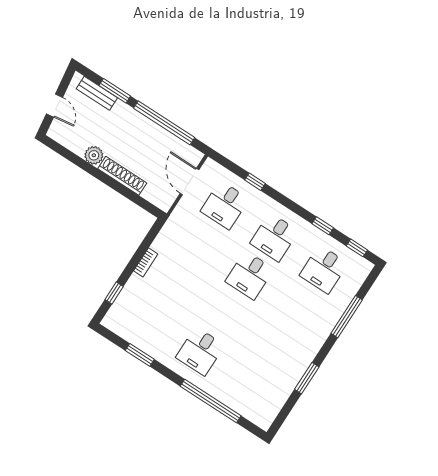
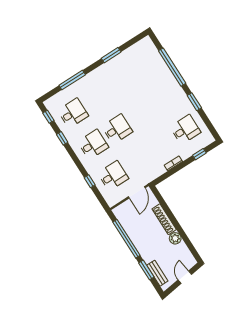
door: (189, 182) -> (137, 192), moved
desk: (200, 351) -> (185, 130), moved
window: (140, 355) -> (194, 102), moved

